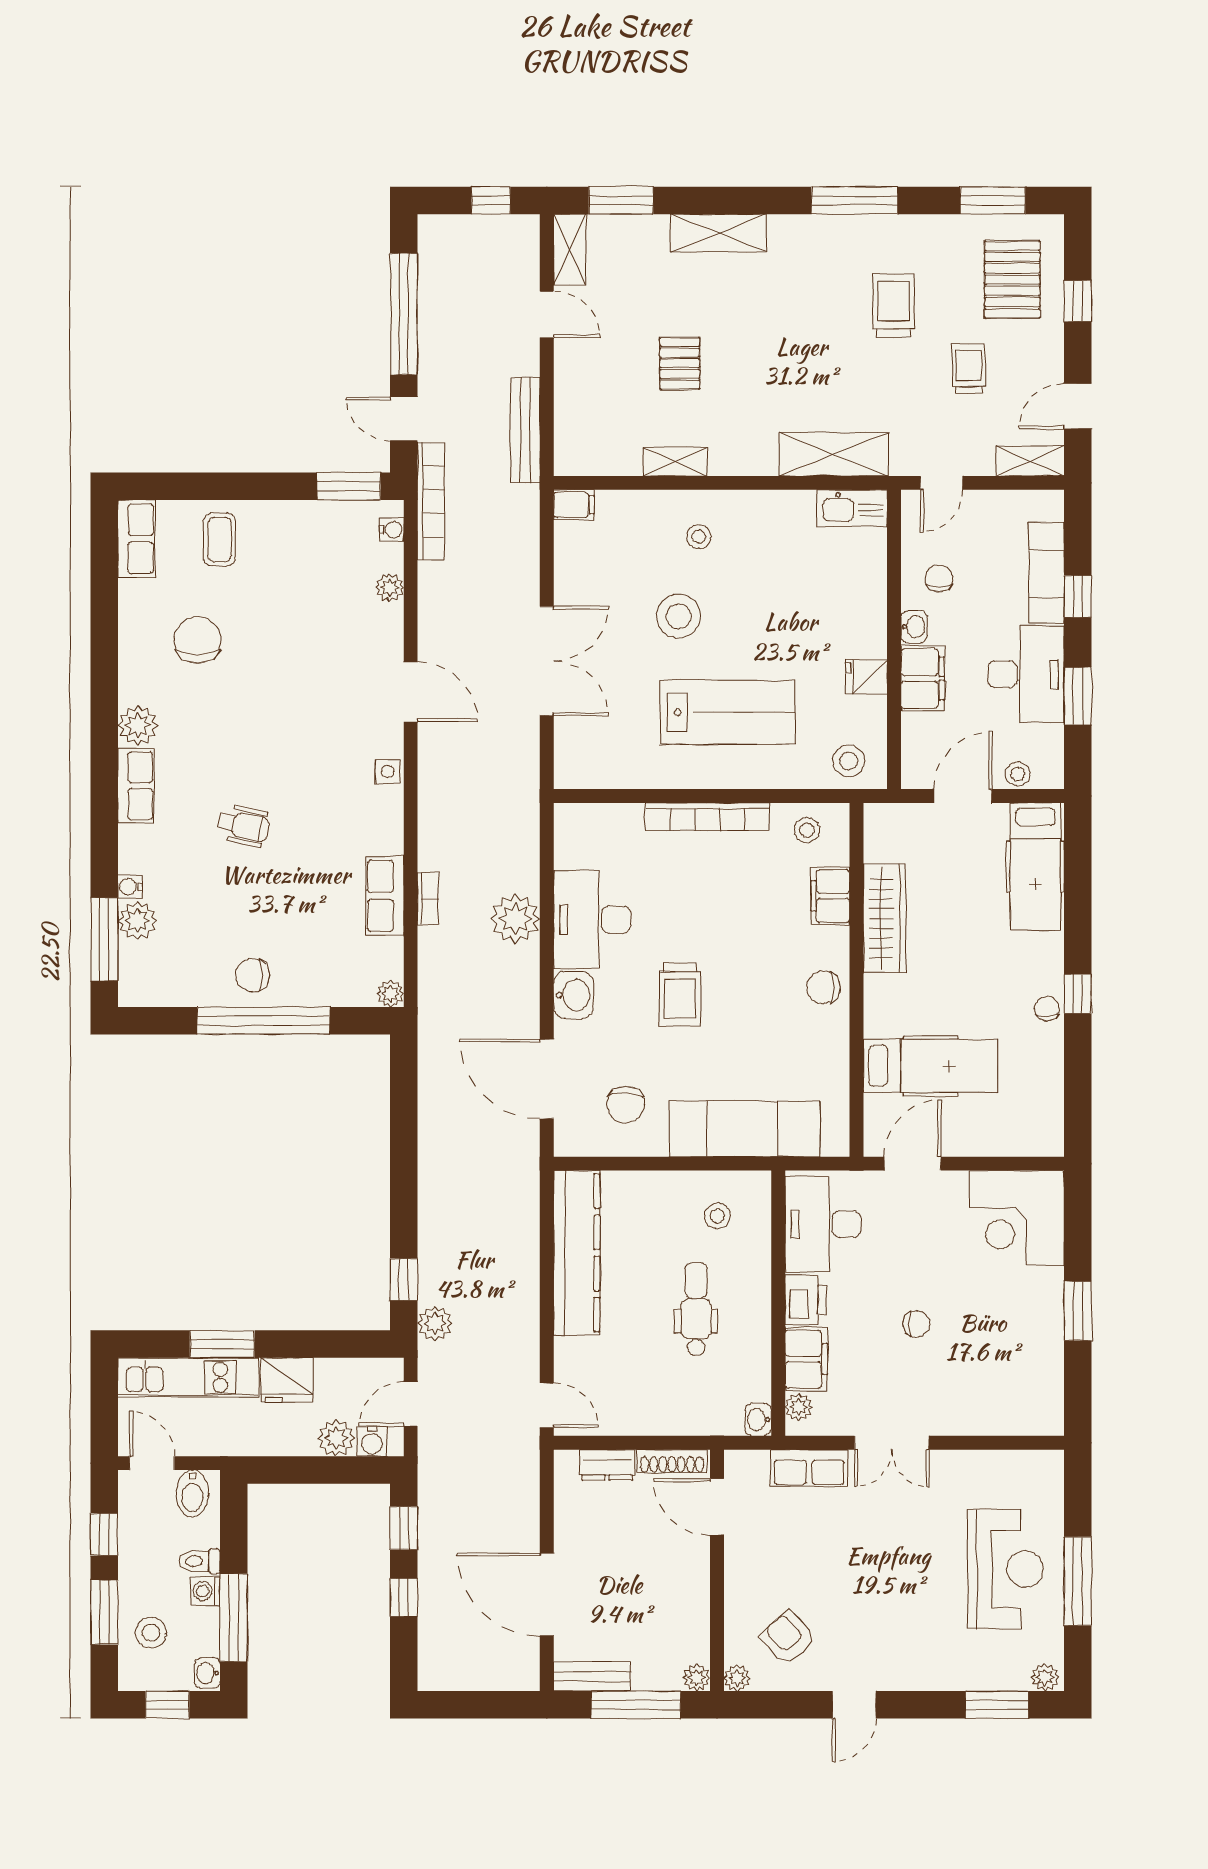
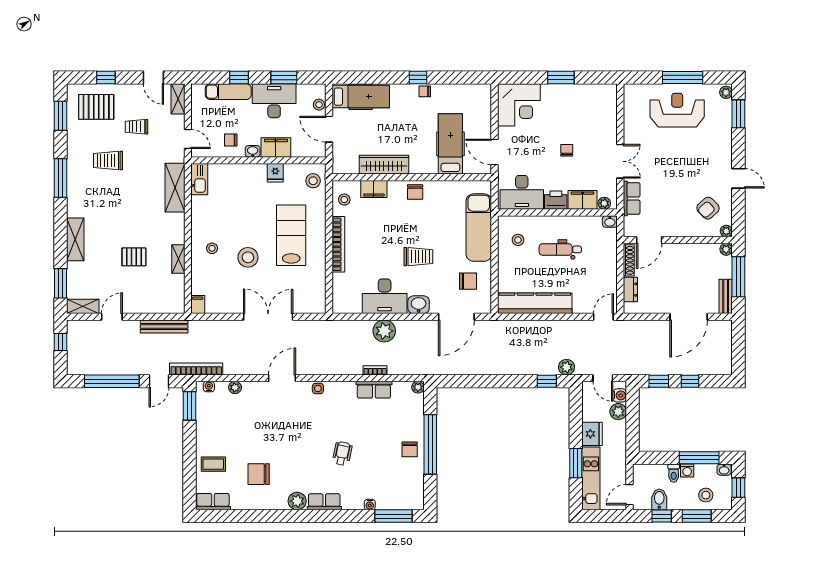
plant: (137, 921) -> (385, 501), removed
bidet: (192, 1493) -> (659, 499), moved, turned -90

